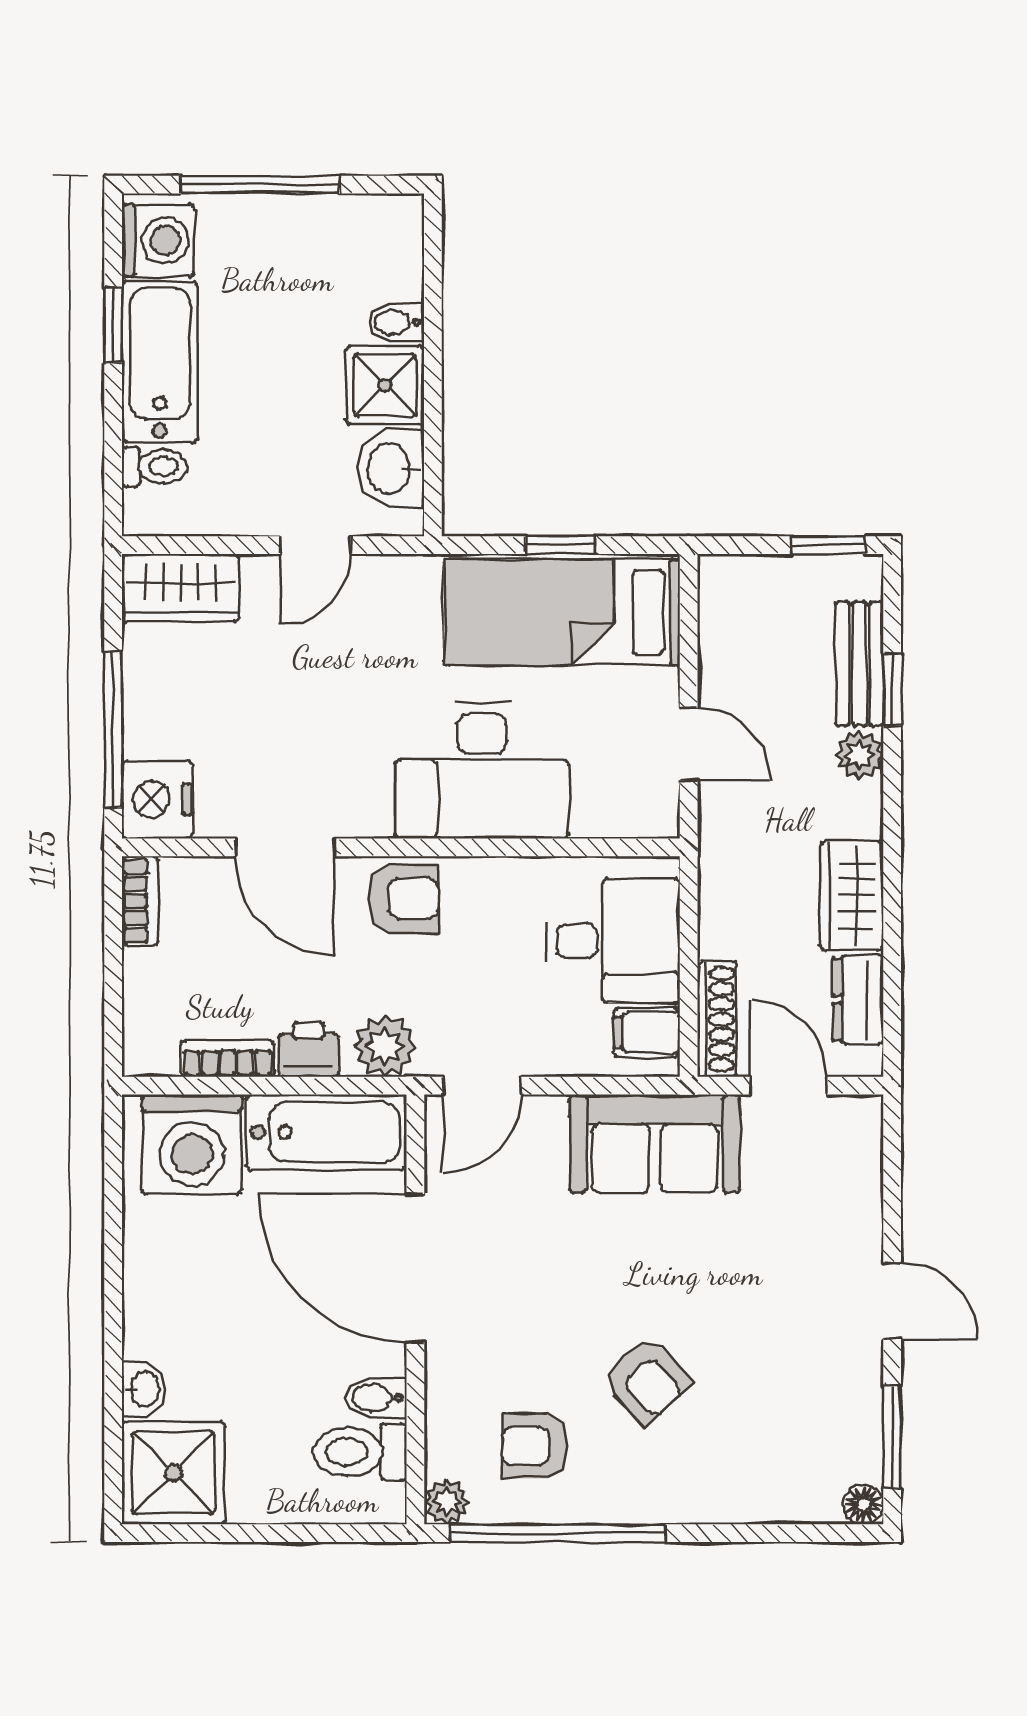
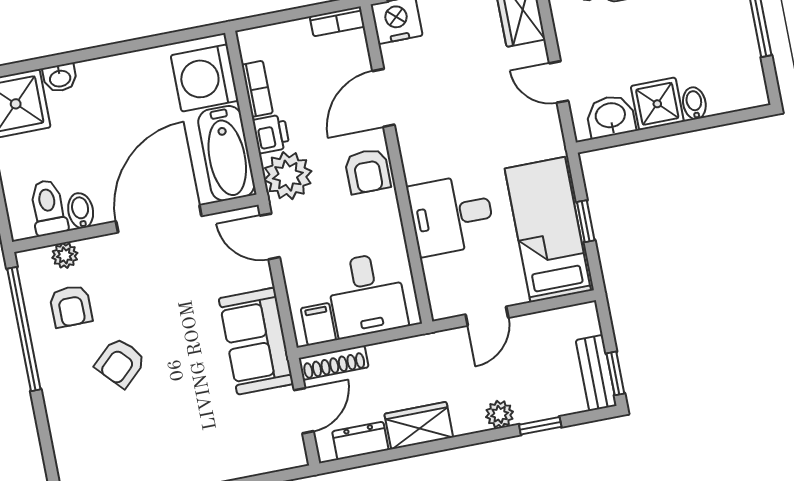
bench: (859, 664) -> (596, 373), moved, turned 90
desk: (482, 771) -> (451, 215), width x0.73
plant: (385, 1046) -> (288, 176), width x1.36, depth x1.36
armchair: (535, 1446) -> (71, 306), turned 180
plant: (447, 1502) -> (65, 255), moved

